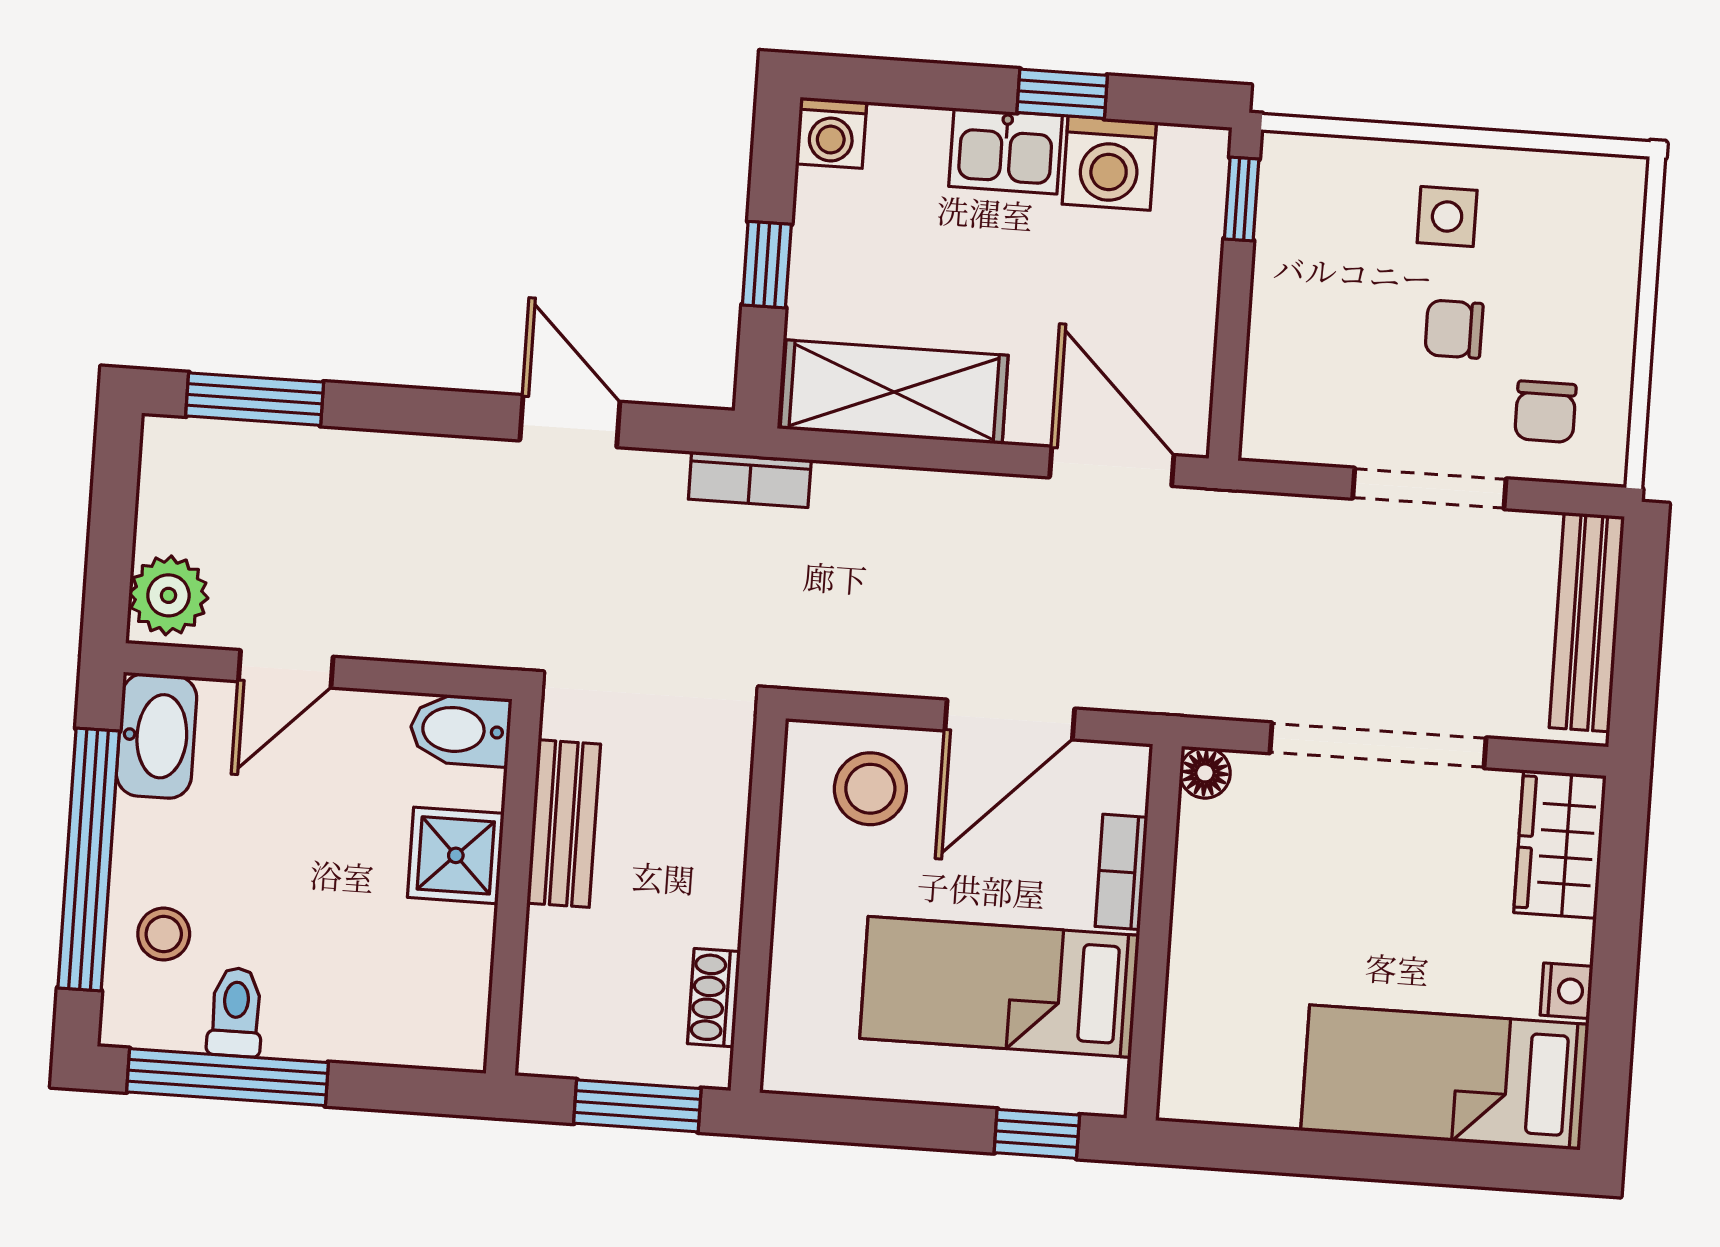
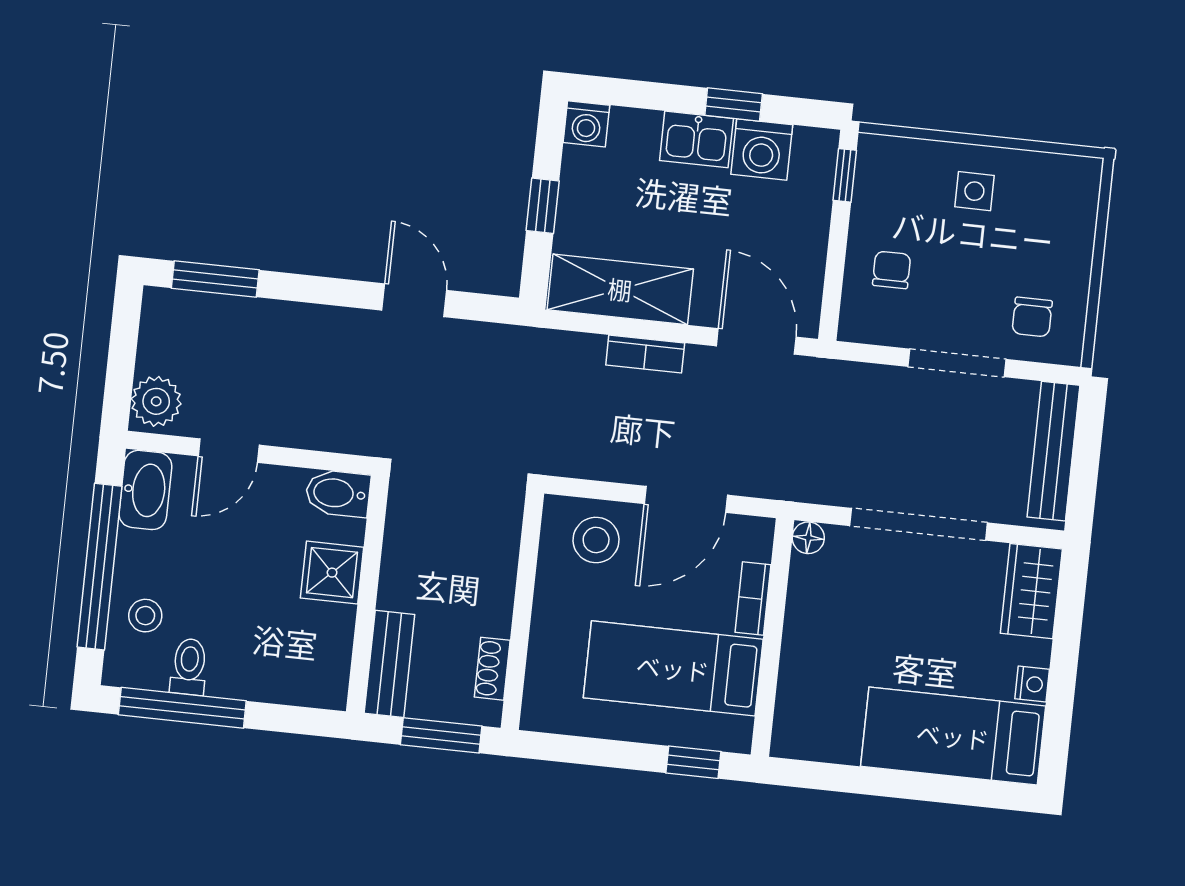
chair: (1454, 329) -> (892, 270), moved, turned 90
bookcase: (750, 479) -> (645, 354), moved
bench: (564, 824) -> (389, 664), moved

